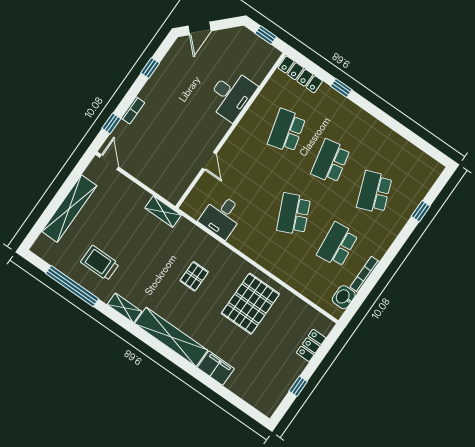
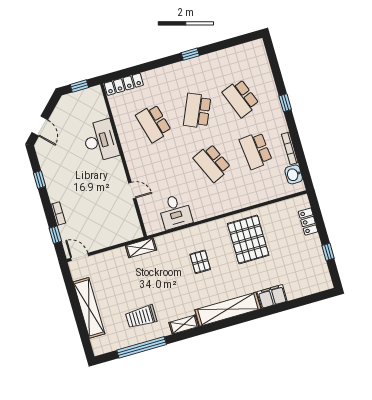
window: (341, 88) -> (190, 54), moved
school desk: (330, 161) -> (197, 111), turned 36
window: (421, 211) -> (285, 103), moved

